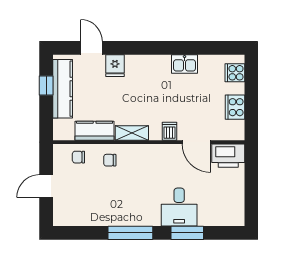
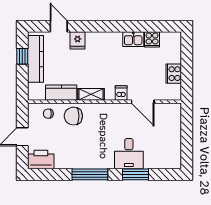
cooker: (235, 73) -> (152, 39), moved, turned -90
printer: (228, 156) -> (41, 160), moved, turned 180
chair: (110, 160) -> (73, 116), width x1.87, depth x1.87

